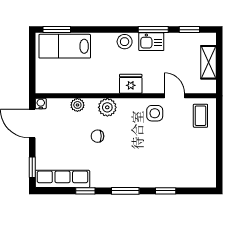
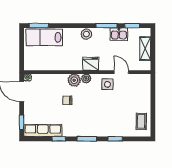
kitchen sink: (151, 42) -> (119, 34), moved
plant: (77, 105) -> (86, 79), moved
coffee table: (200, 116) -> (141, 121), moved

